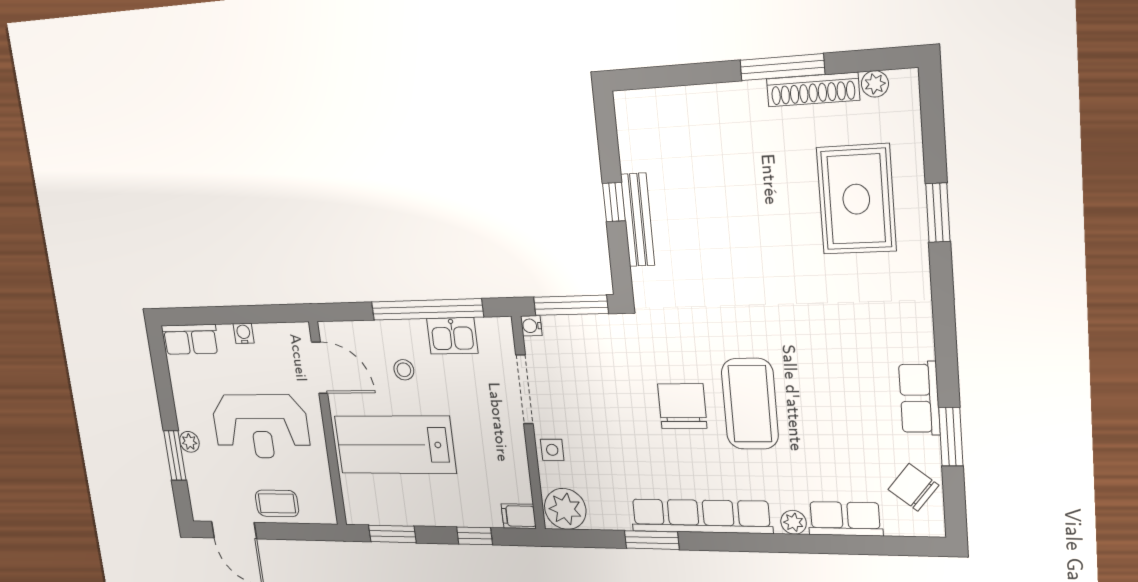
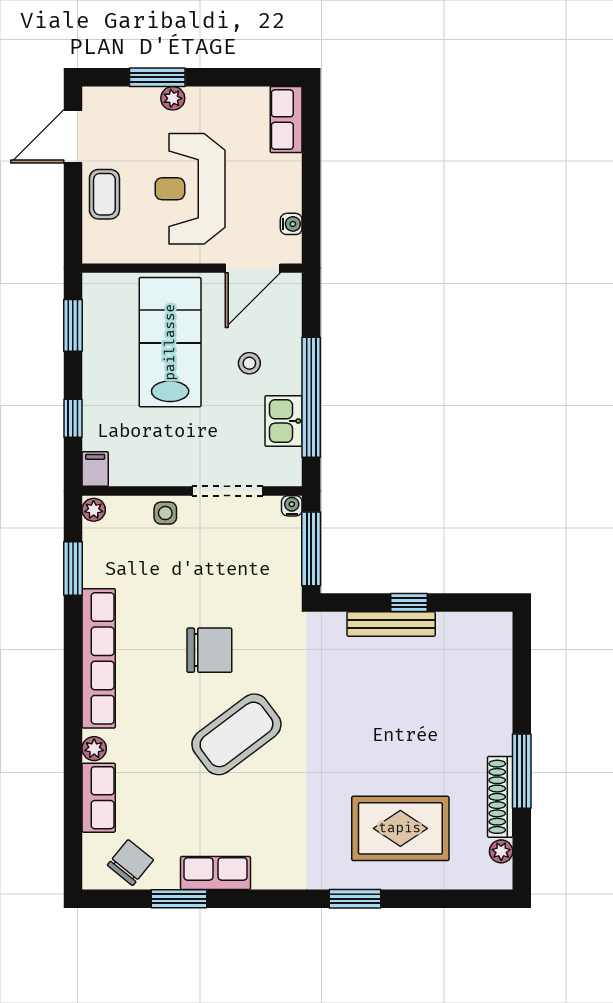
window: (938, 213) -> (355, 899), moved
water cooler: (244, 333) -> (291, 224), moved
coffee table: (750, 404) -> (236, 734), moved, turned -37
plant: (565, 509) -> (94, 510), width x0.53, depth x0.53
window: (652, 540) -> (73, 568), moved

